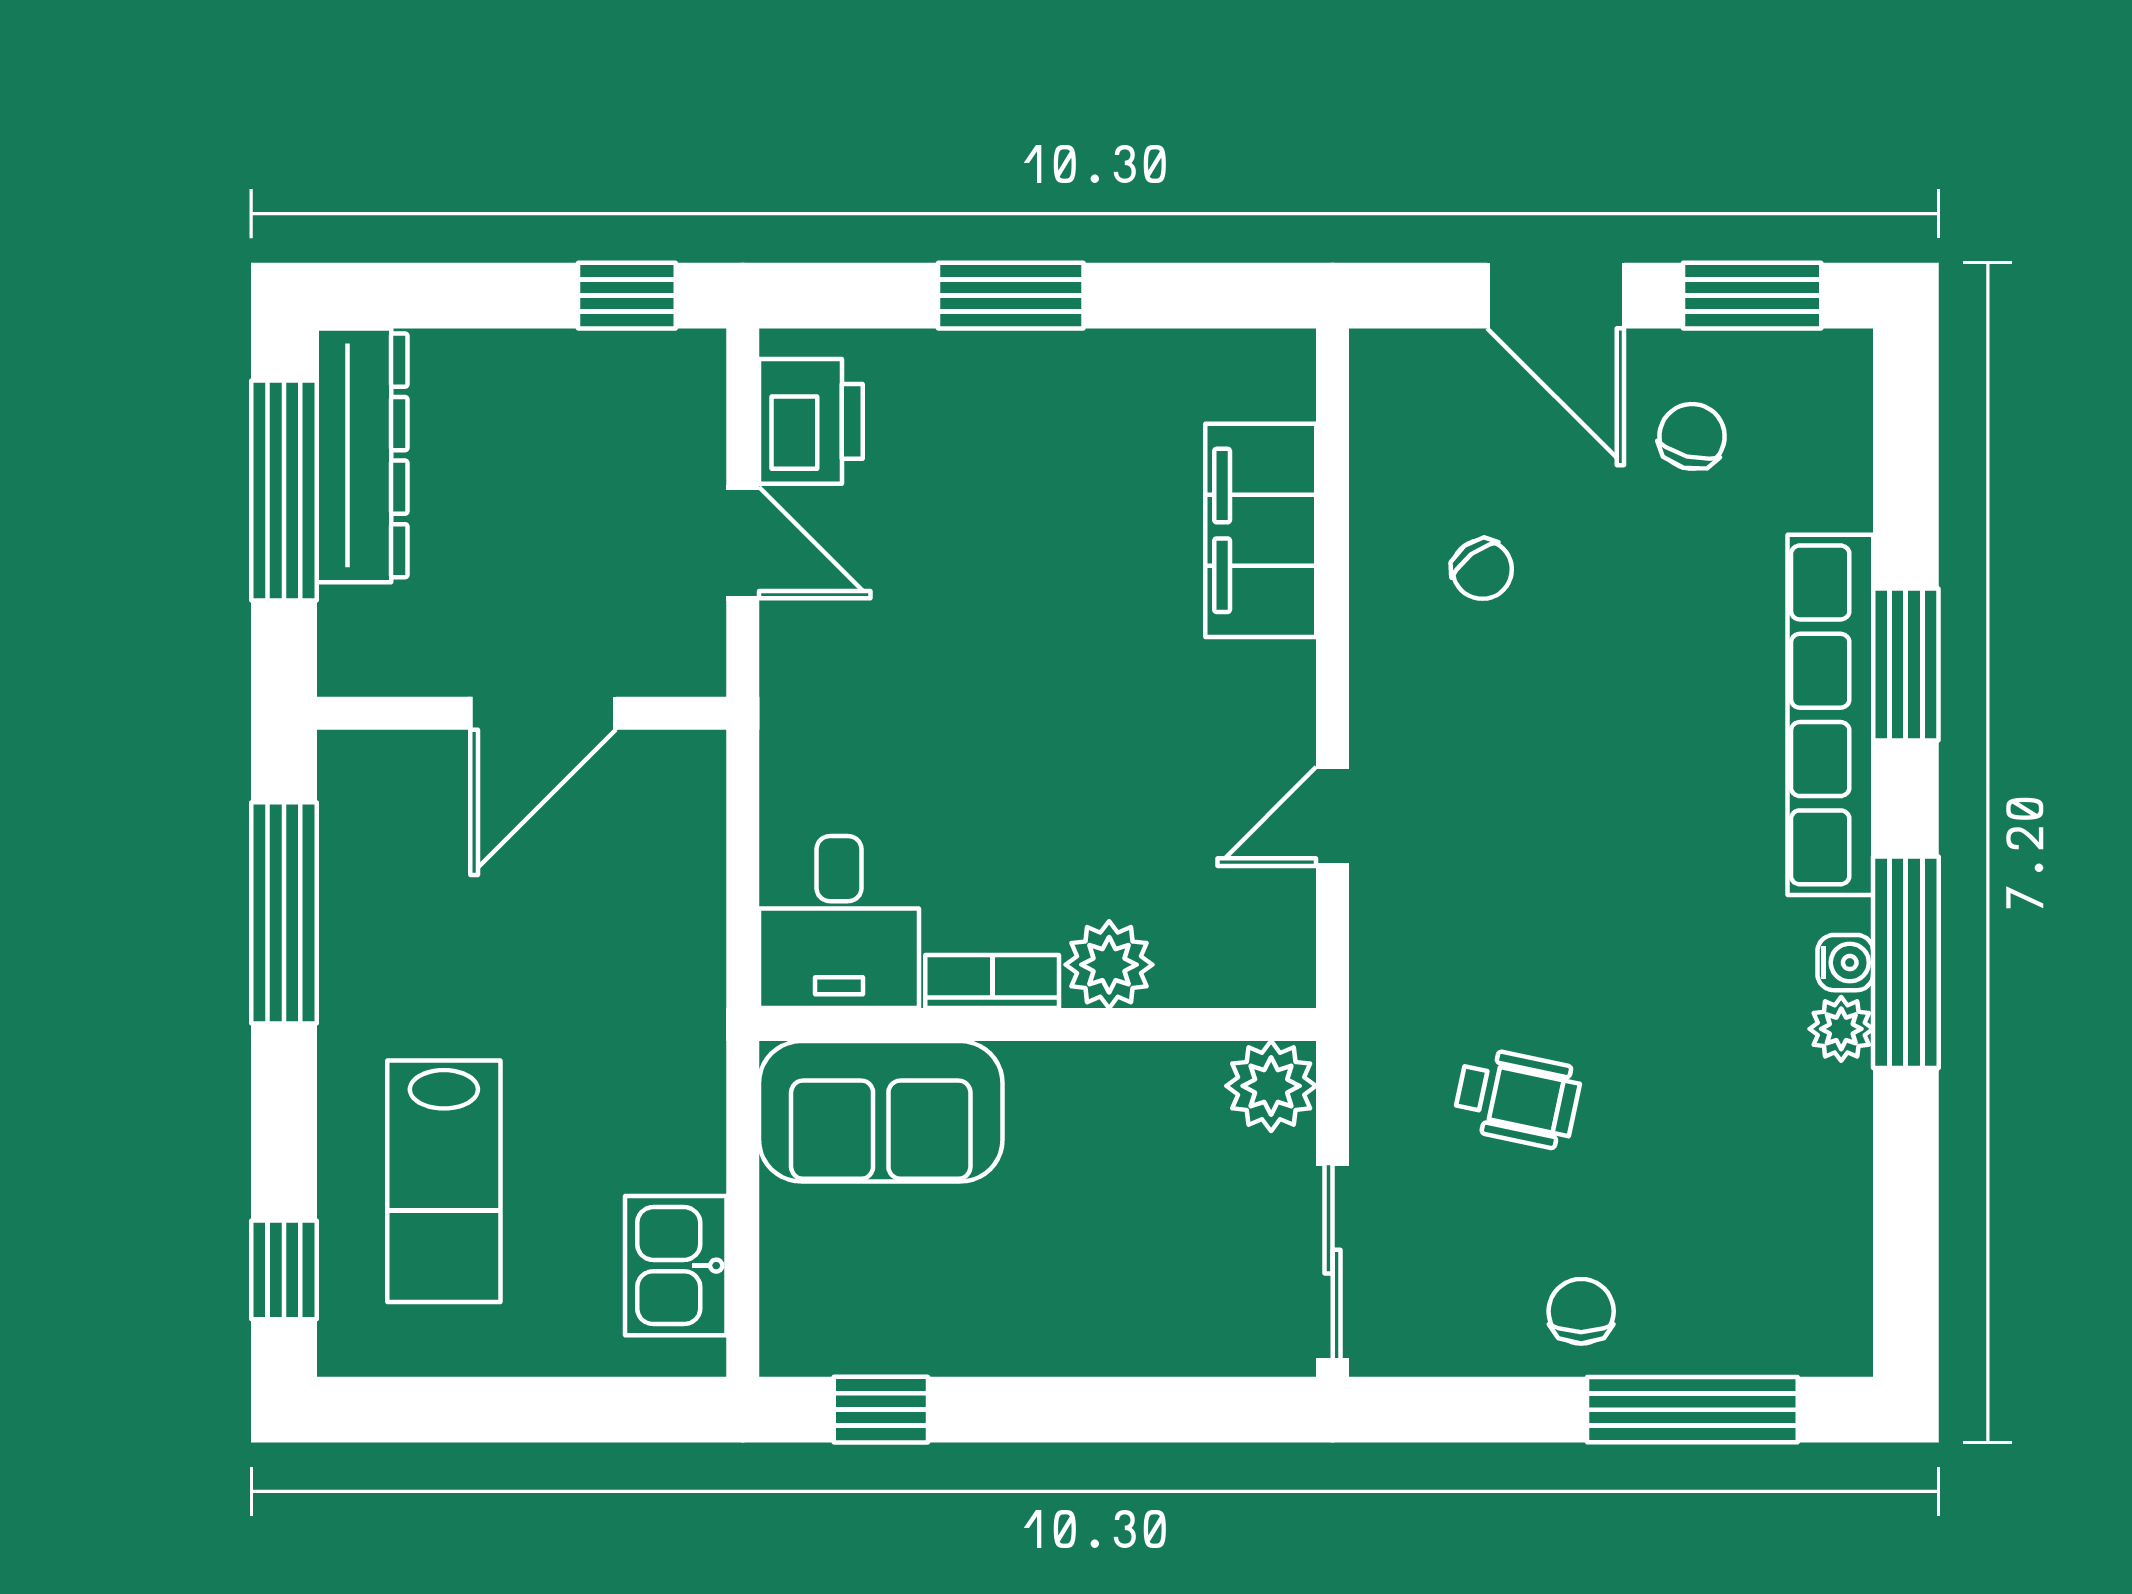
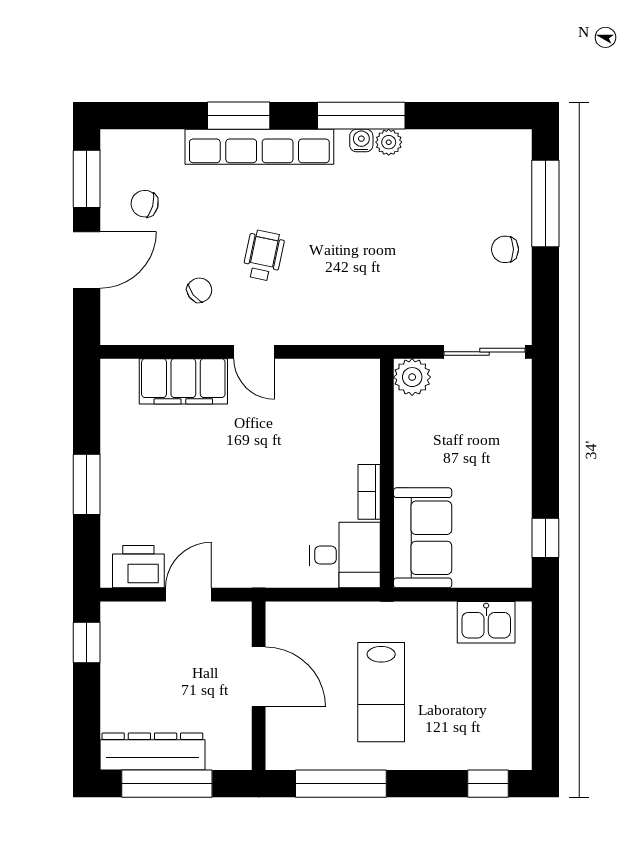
door: (1333, 816) -> (254, 352), moved
plant: (1109, 965) -> (362, 444), removed
wheelchair: (1517, 1098) -> (263, 255), moved
lab bench: (444, 1181) -> (381, 692), moved, turned 90

